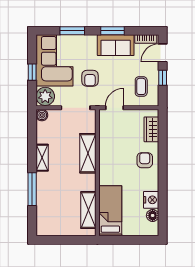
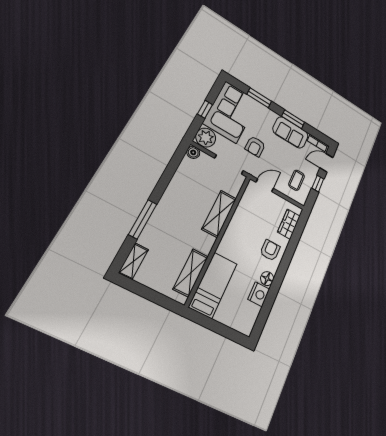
shelving: (42, 158) -> (134, 261), moved
floor lamp: (153, 215) -> (267, 279), moved

